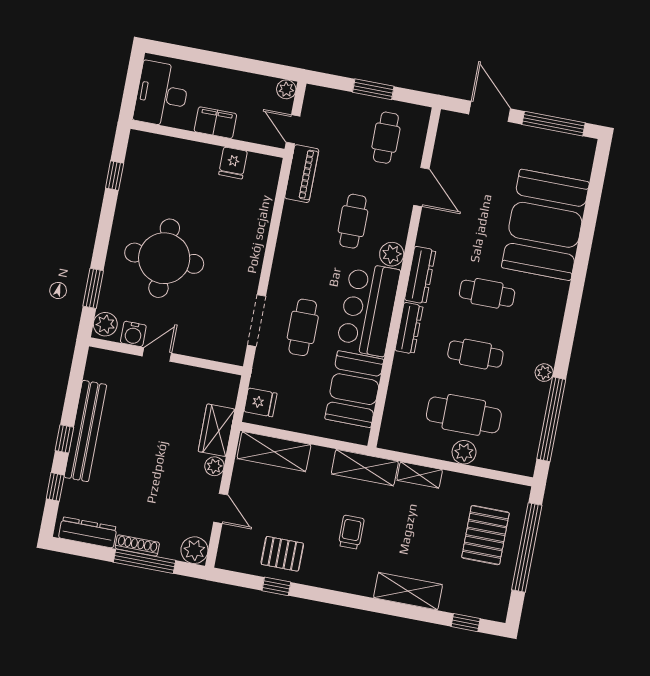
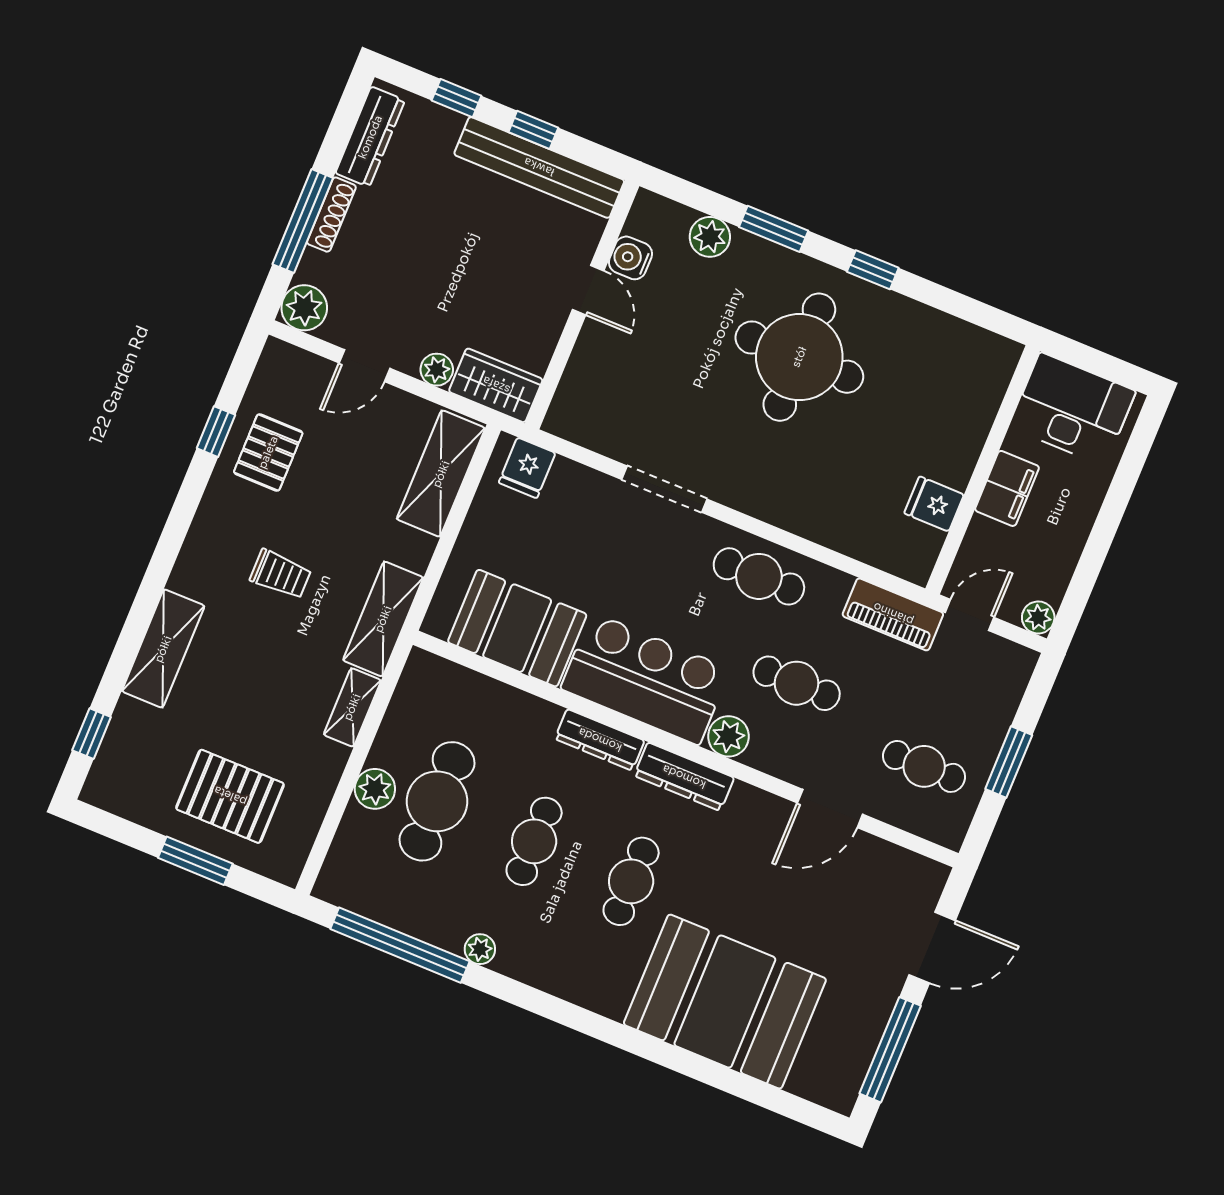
window: (115, 176) -> (873, 270), moved
cafe table: (303, 327) -> (759, 576), moved
water cooler: (133, 334) -> (630, 258), moved
door: (157, 355) -> (588, 290), moved
wall: (166, 356) -> (582, 305), moved
window: (527, 547) -> (195, 861), width x0.47

